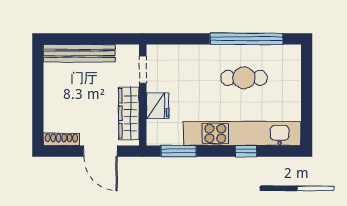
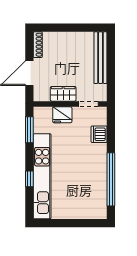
dishwasher: (184, 55) -> (99, 134), added
cafe table: (244, 78) -> (83, 178), removed
wardrobe: (129, 113) -> (63, 94), width x0.67

